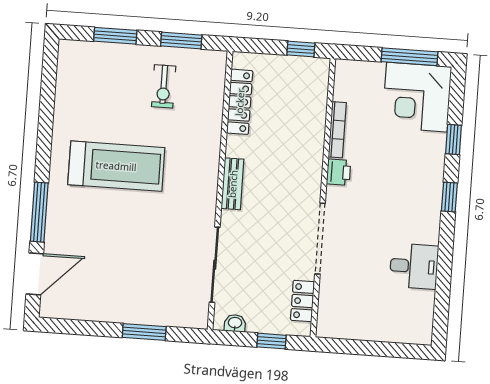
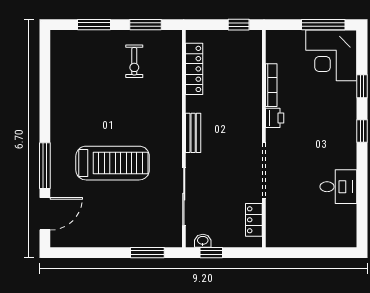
treadmill: (116, 166) -> (113, 163), moved
window: (144, 332) -> (147, 253), moved
window: (272, 341) -> (211, 253), moved

